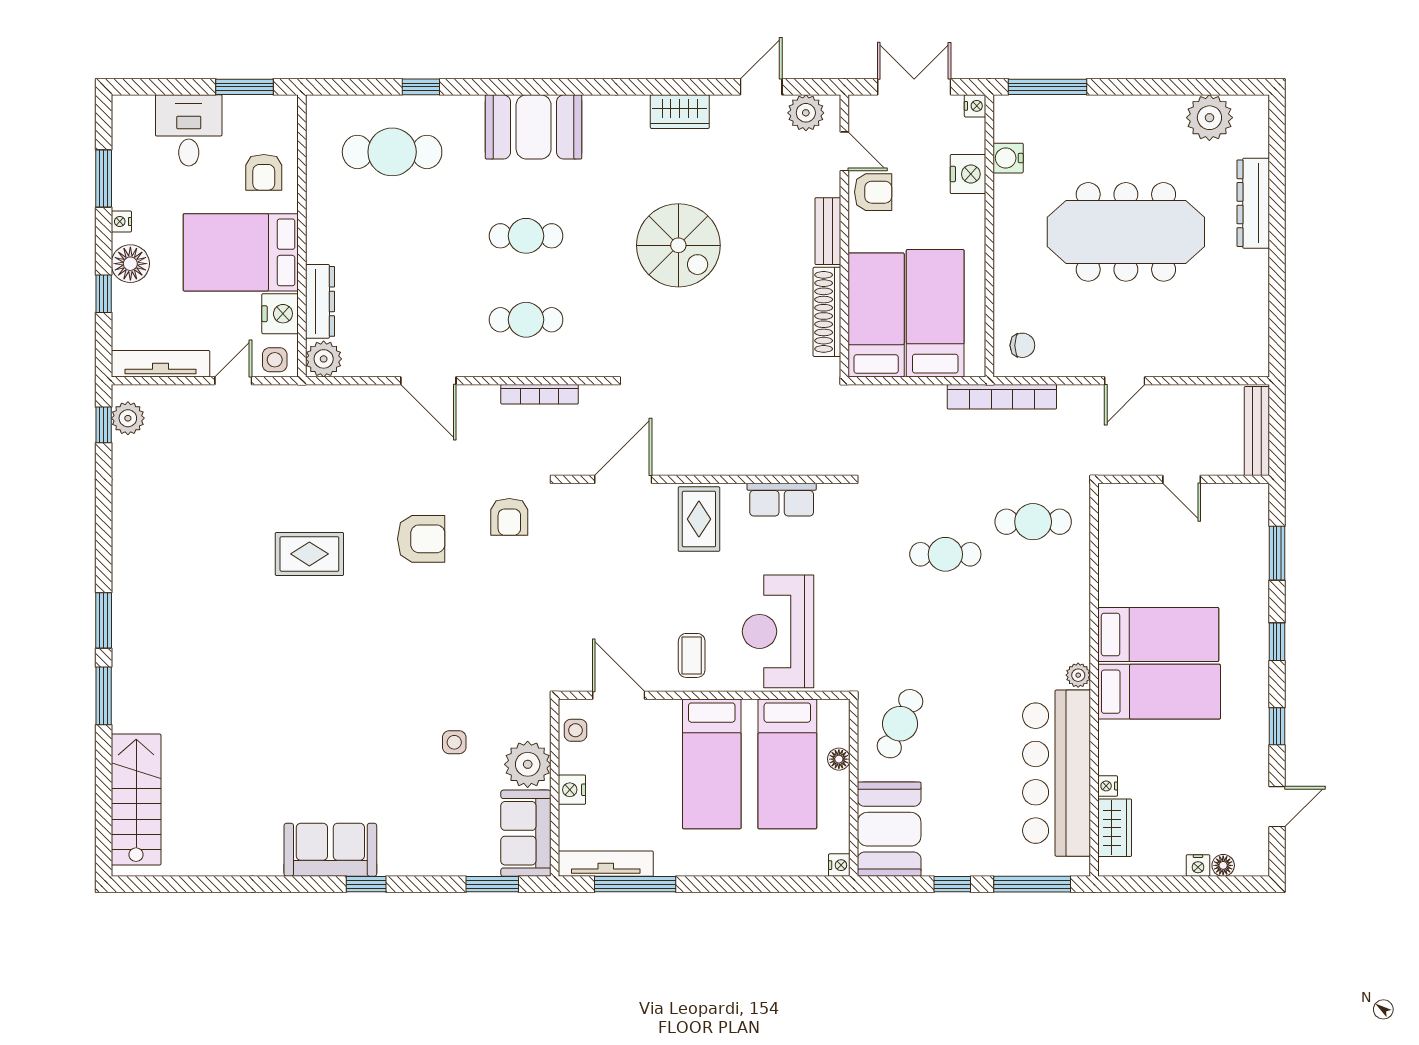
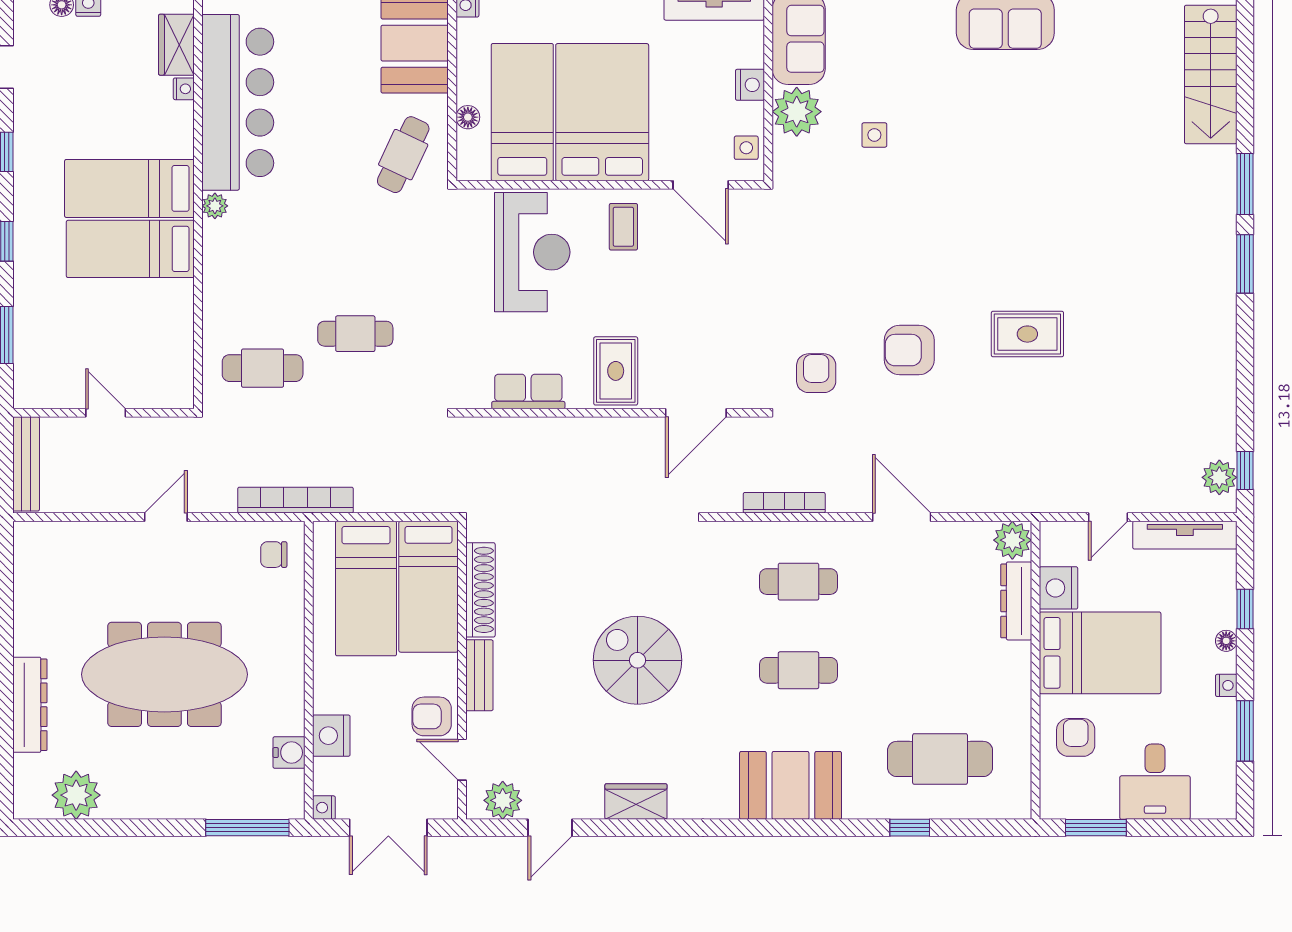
floor lamp: (130, 264) -> (1226, 641), width x0.53, depth x0.53
side table: (275, 360) -> (1064, 539), removed
bed: (712, 764) -> (602, 112), width x1.50

